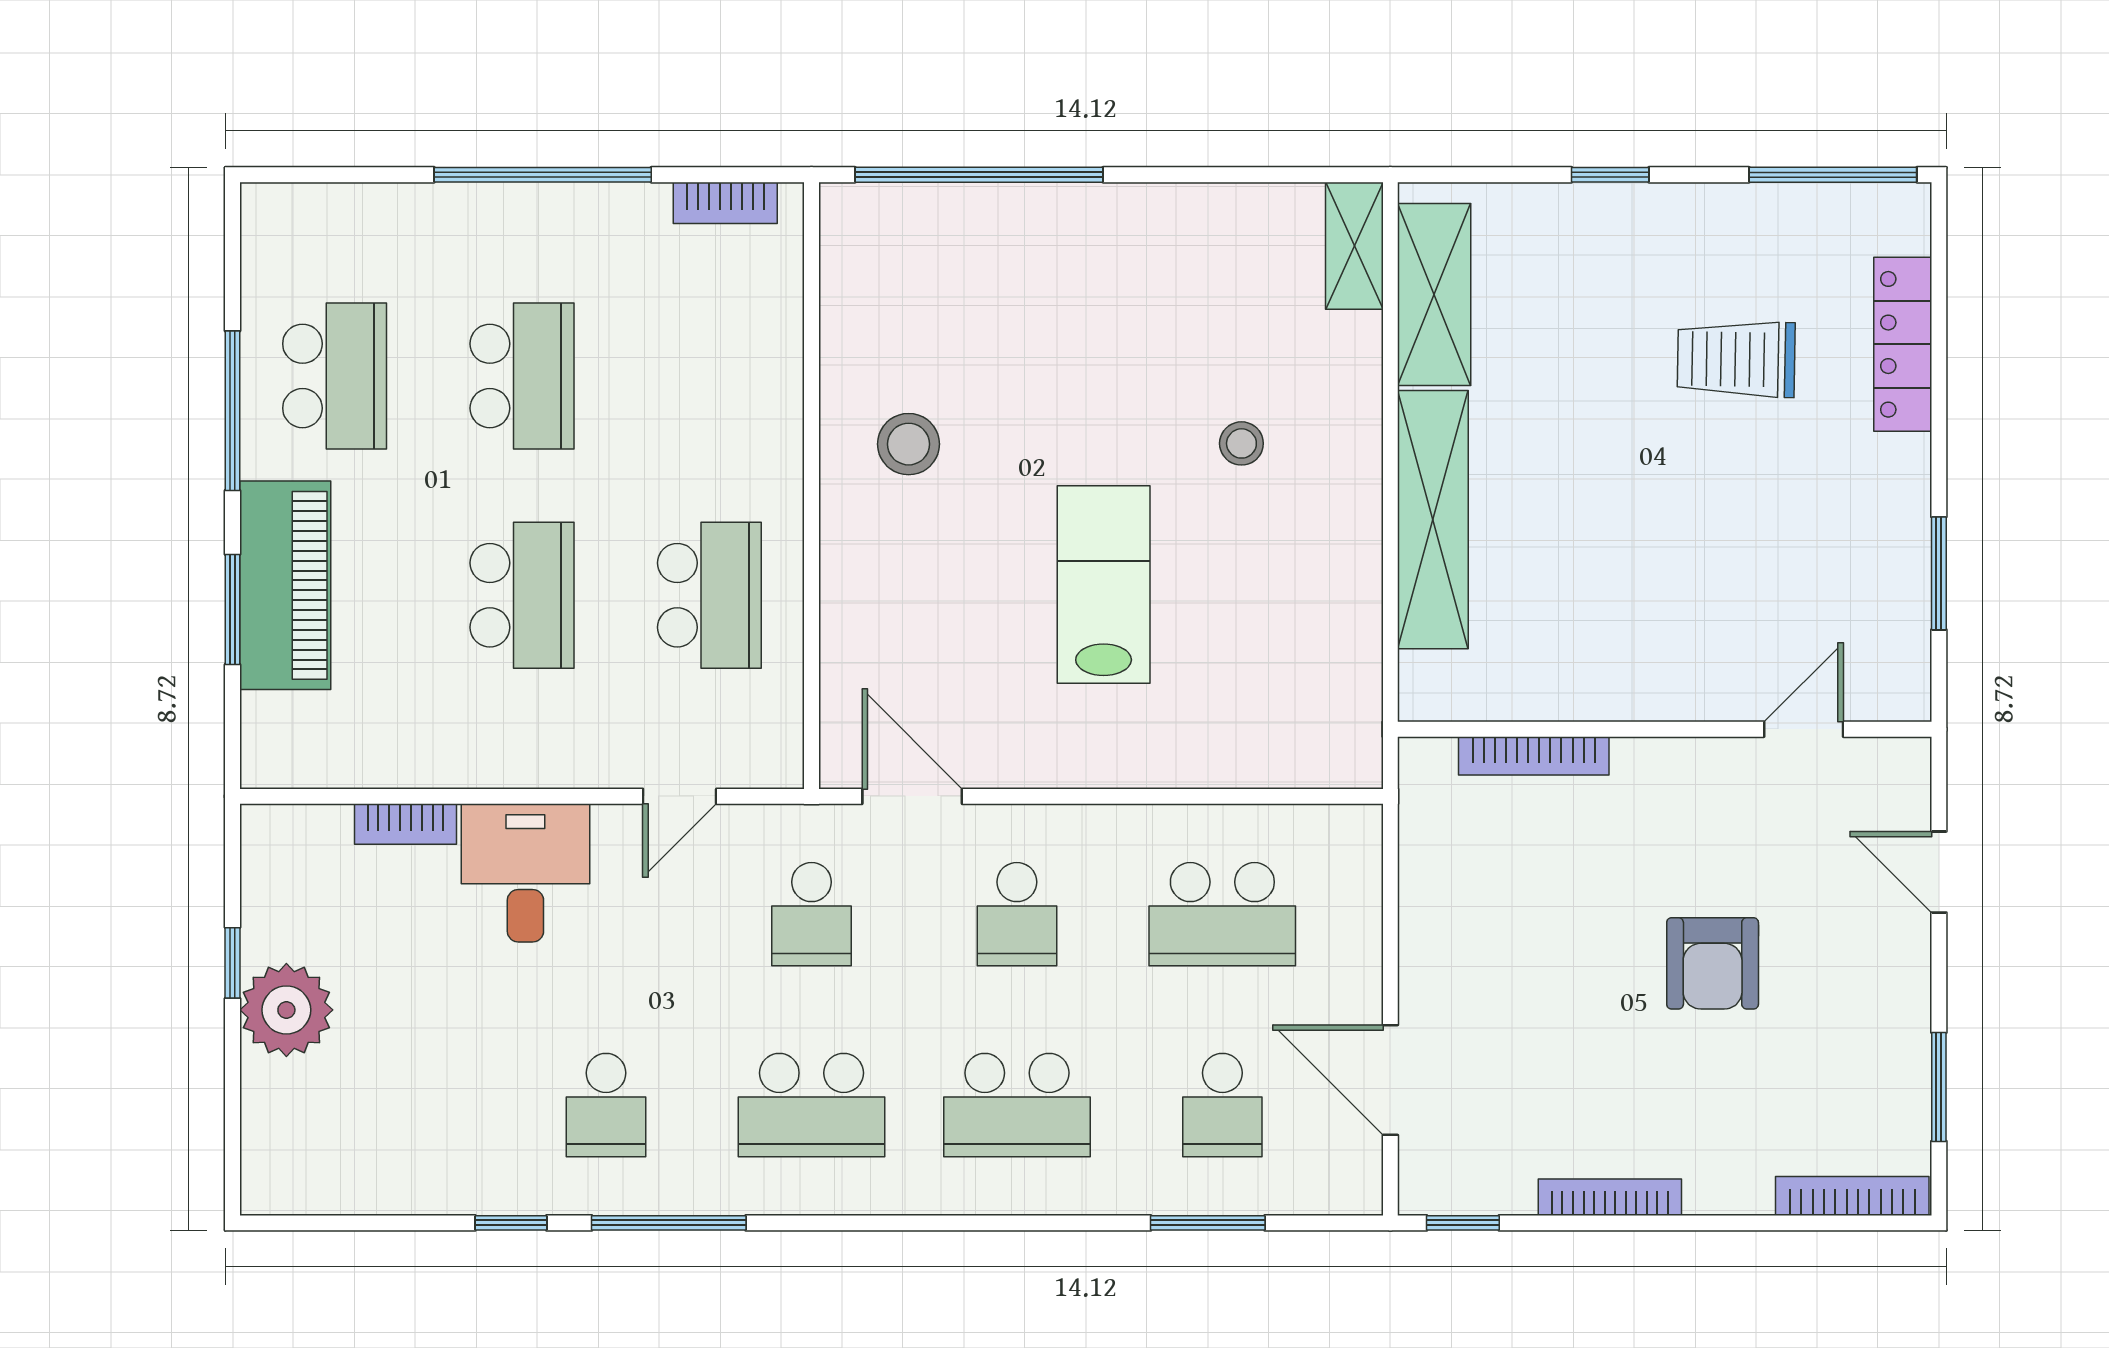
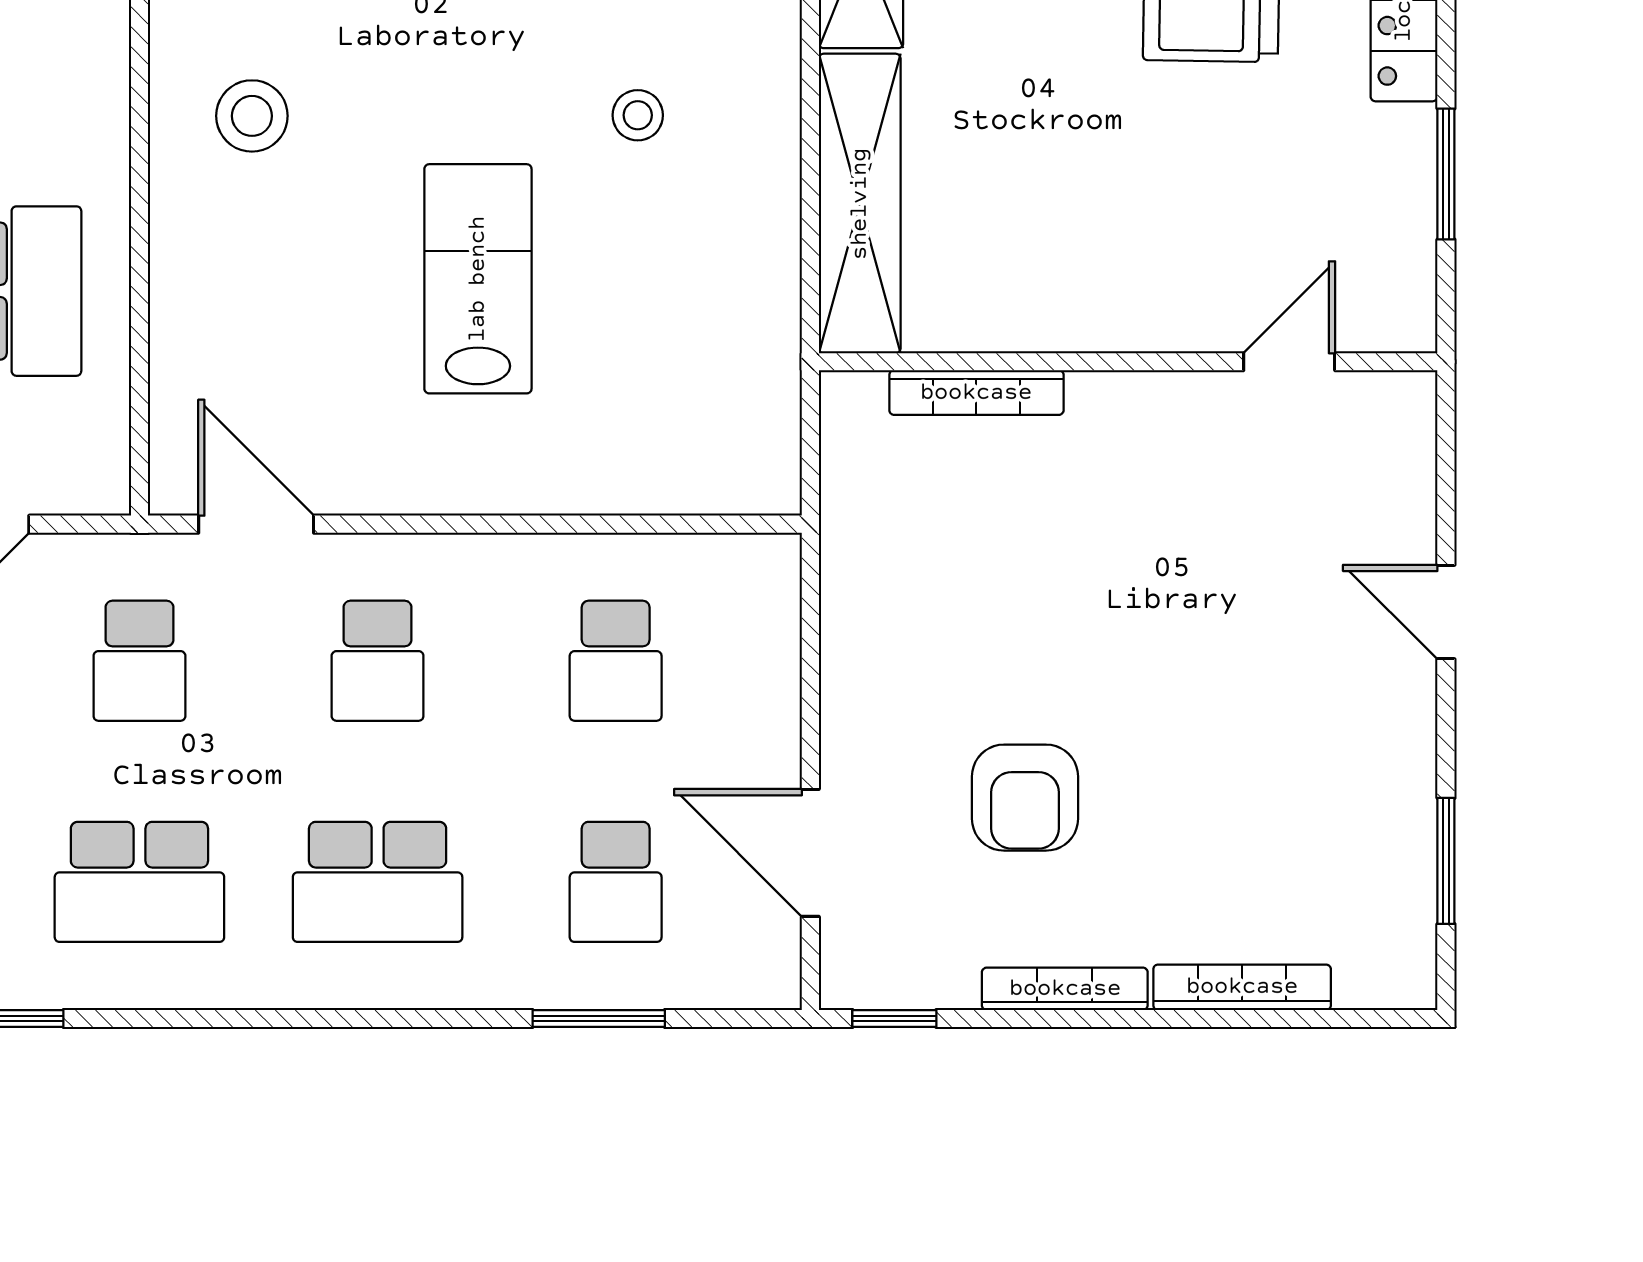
window: (1939, 573) -> (1446, 174), moved
wall: (1665, 729) -> (1128, 362), moved
door: (1804, 729) -> (1289, 362), moved
bookcase: (1534, 756) -> (976, 393), moved
school desk: (1222, 914) -> (616, 661), width x0.54
armchair: (1713, 963) -> (1025, 798), moved
bookcase: (1852, 1196) -> (1242, 987), moved

